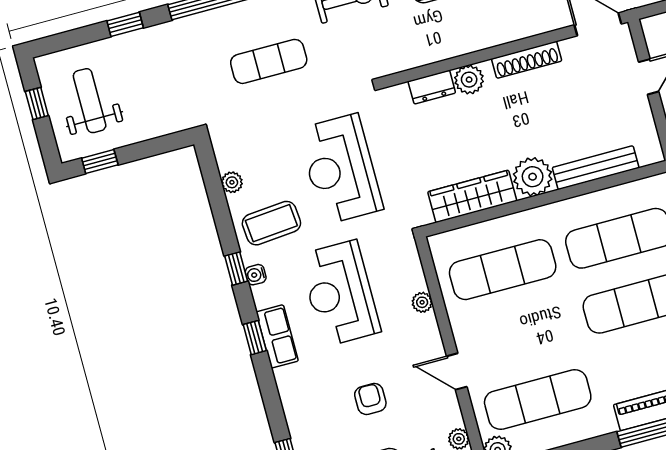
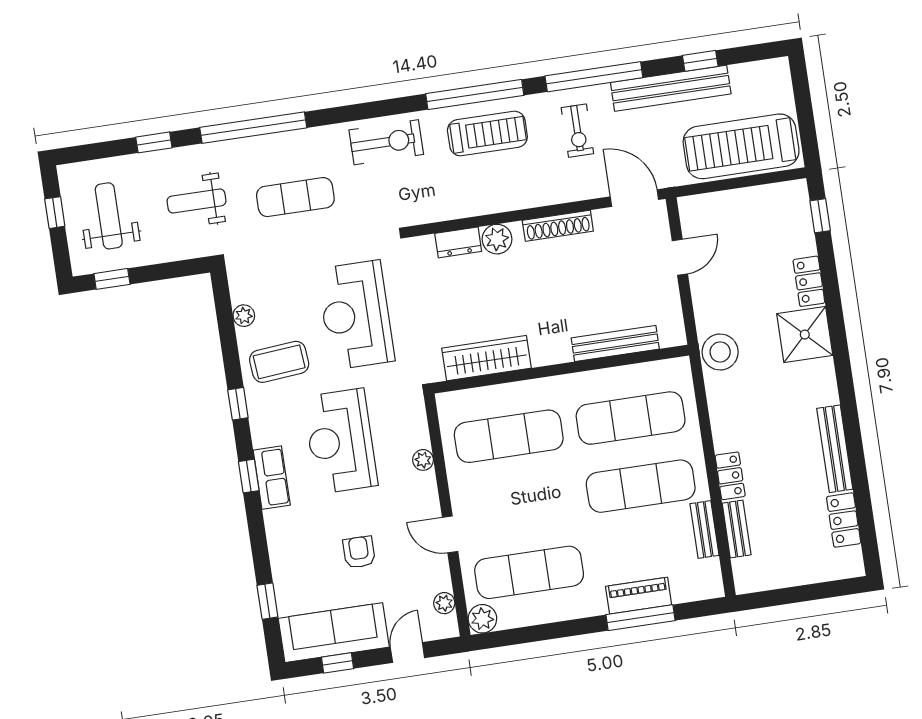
weight bench: (173, 76) -> (196, 201), added
plant: (533, 177) -> (550, 345), removed
water cooler: (256, 275) -> (257, 412), removed

